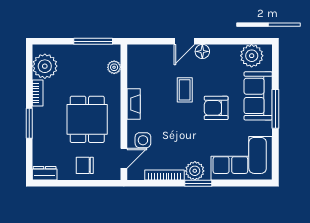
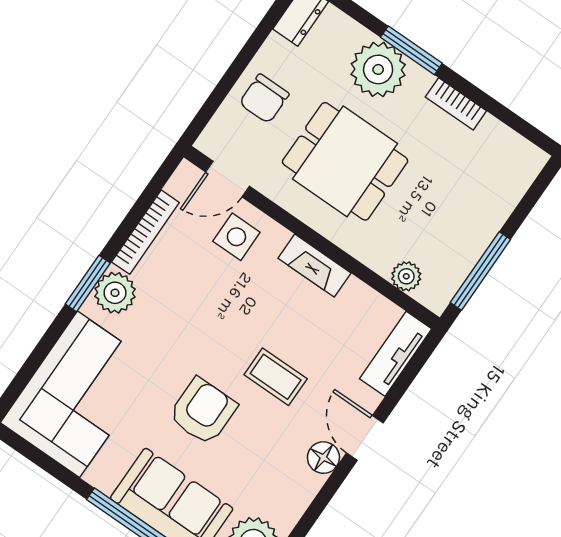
tv unit: (145, 51) -> (396, 354), added
plant: (45, 66) -> (378, 69), moved
door: (124, 158) -> (228, 179), hinge flipped
chair: (85, 165) -> (264, 99), turned 180

